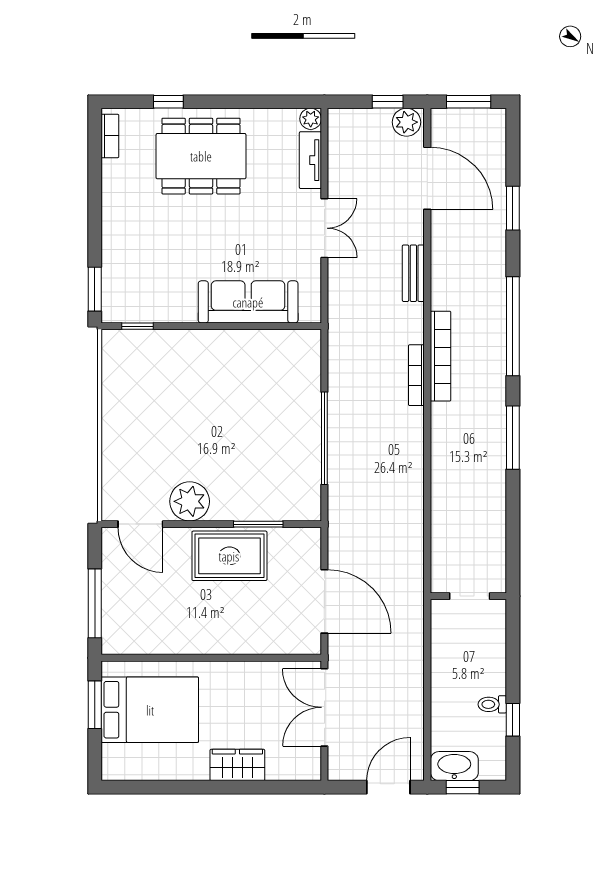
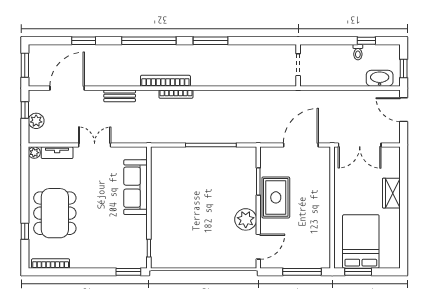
plant: (406, 122) -> (36, 121), moved
bookcase: (110, 136) -> (51, 263), width x1.56
washbasin: (454, 766) -> (380, 78), moved, turned 90

